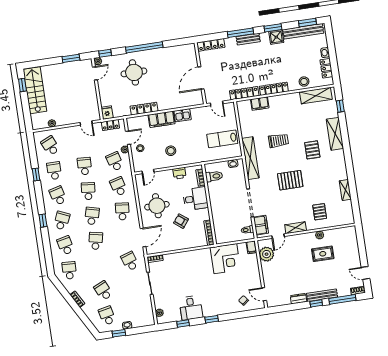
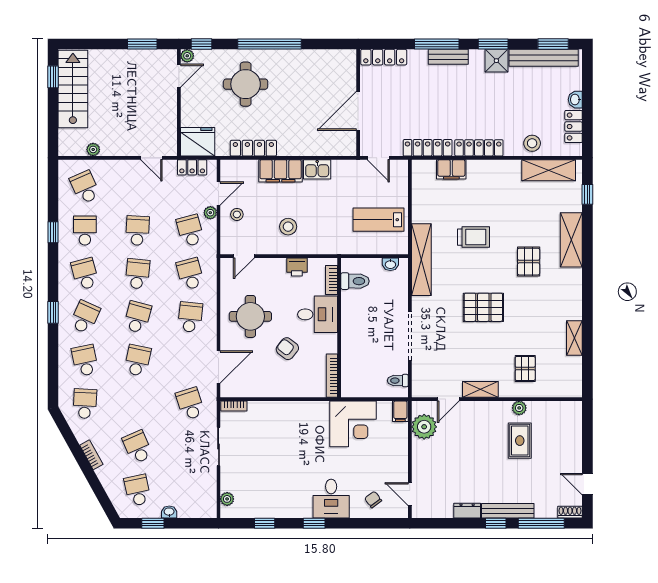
fridge: (107, 113) -> (198, 142), width x1.88, depth x1.34
filing cabinet: (261, 225) -> (422, 376), removed
rug: (323, 254) -> (520, 441), turned 90
desk: (191, 308) -> (331, 499), moved

